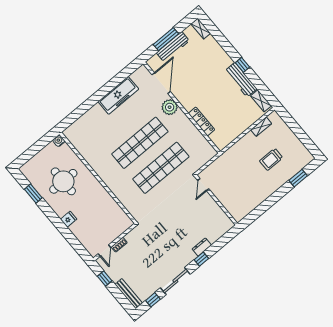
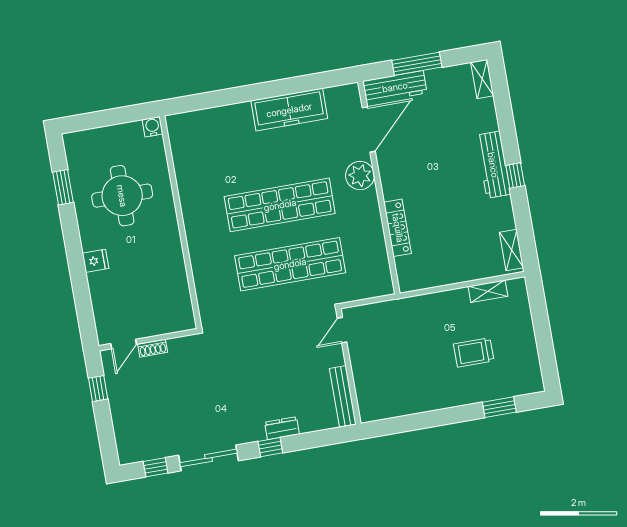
workbench: (173, 47) -> (395, 87), moved
workbench: (241, 80) -> (493, 165), moved
bench: (129, 294) -> (343, 396), moved

